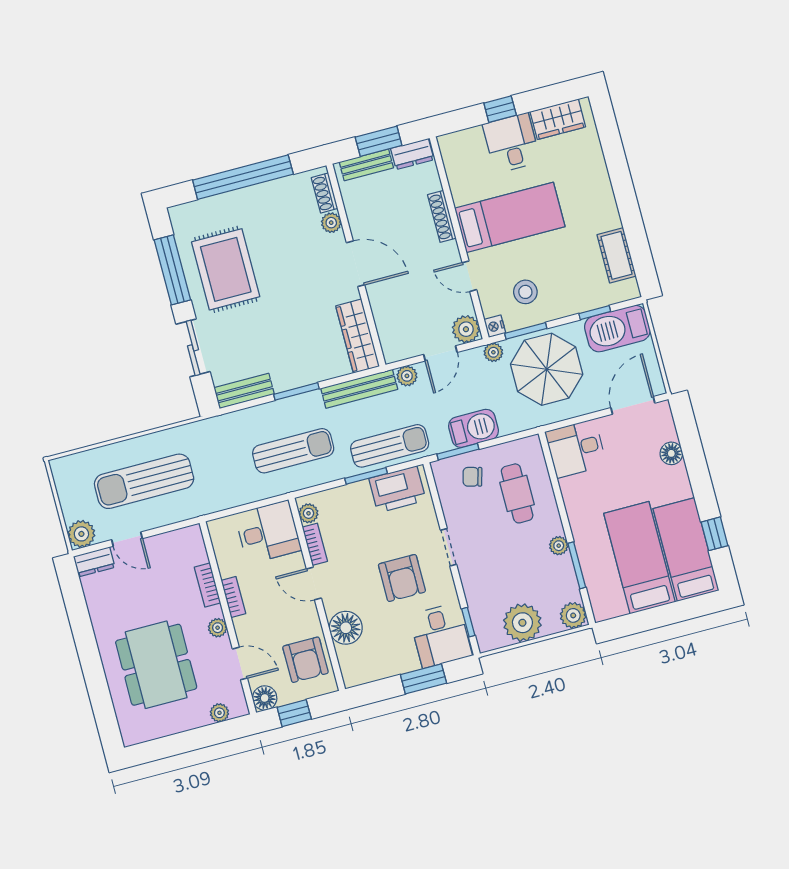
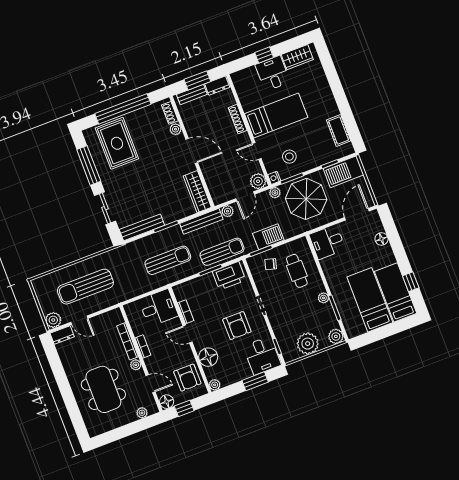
rug: (226, 269) -> (117, 143), moved
bench: (244, 391) -> (142, 227), width x1.36
plant: (309, 513) -> (215, 385), moved
bookcase: (207, 585) -> (128, 341), width x1.56

